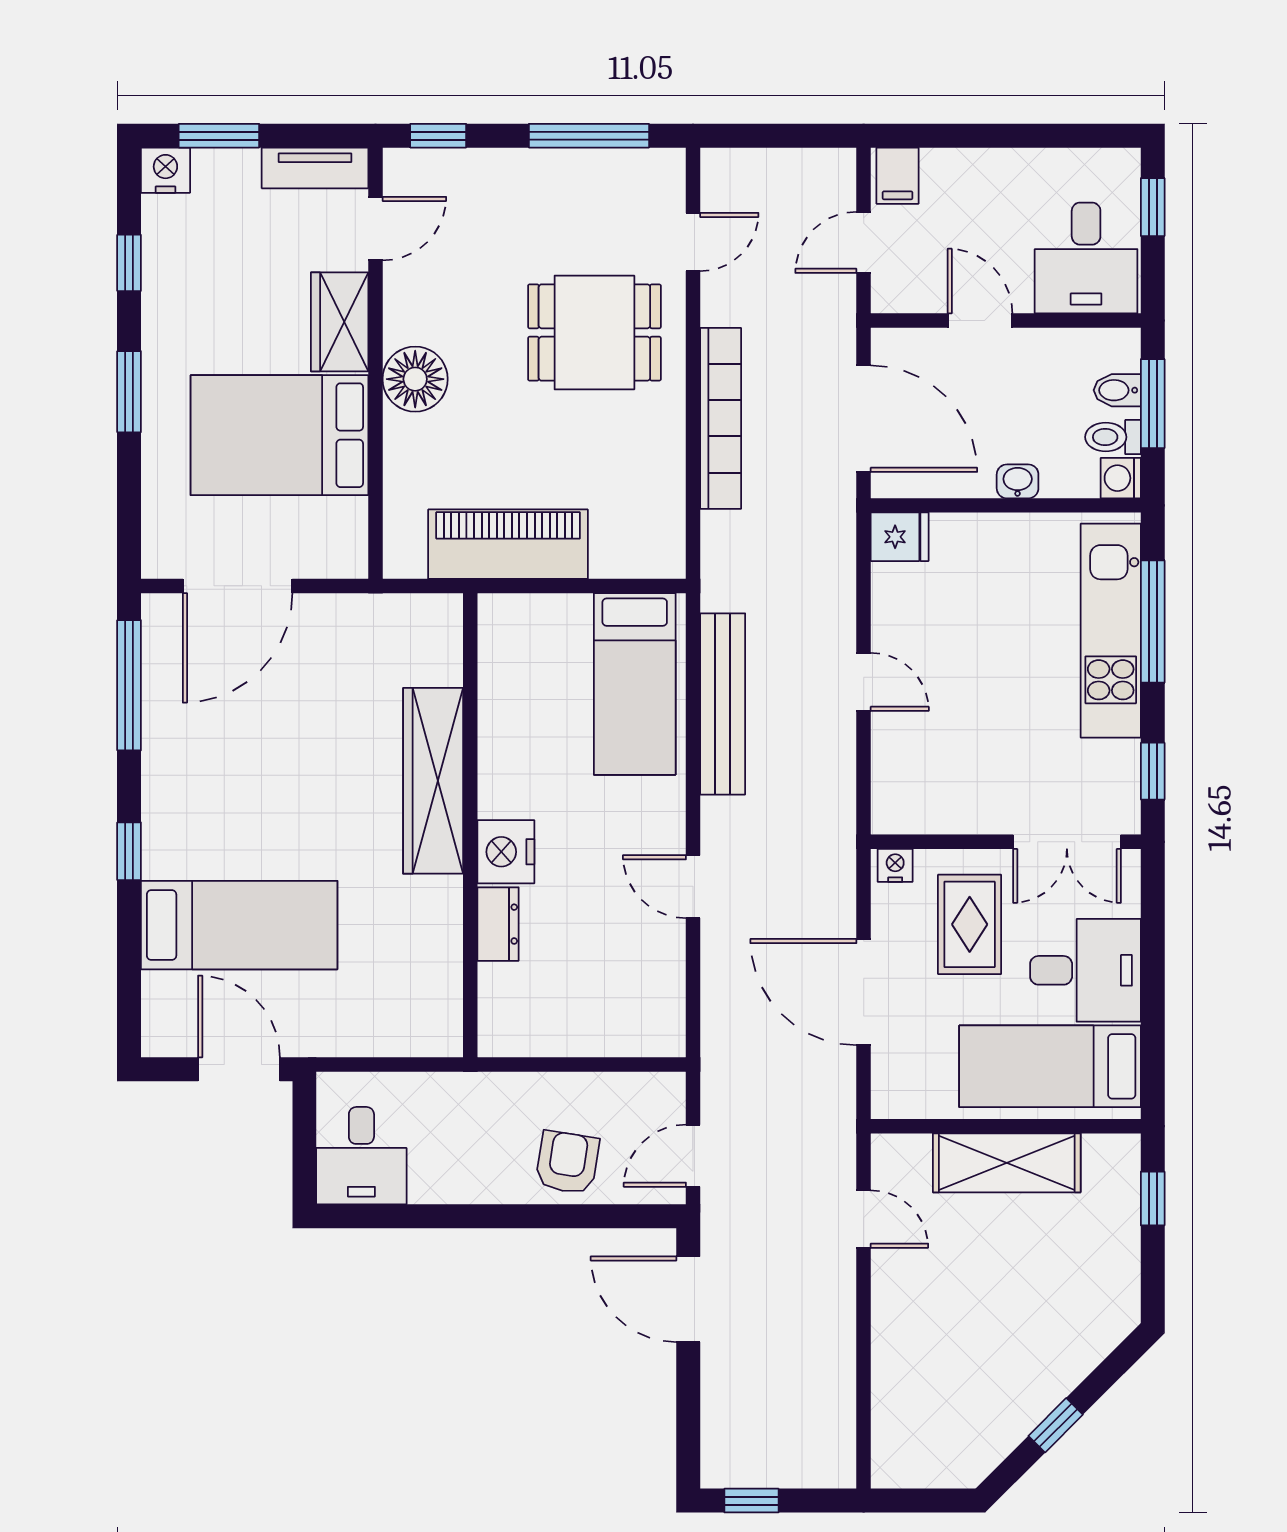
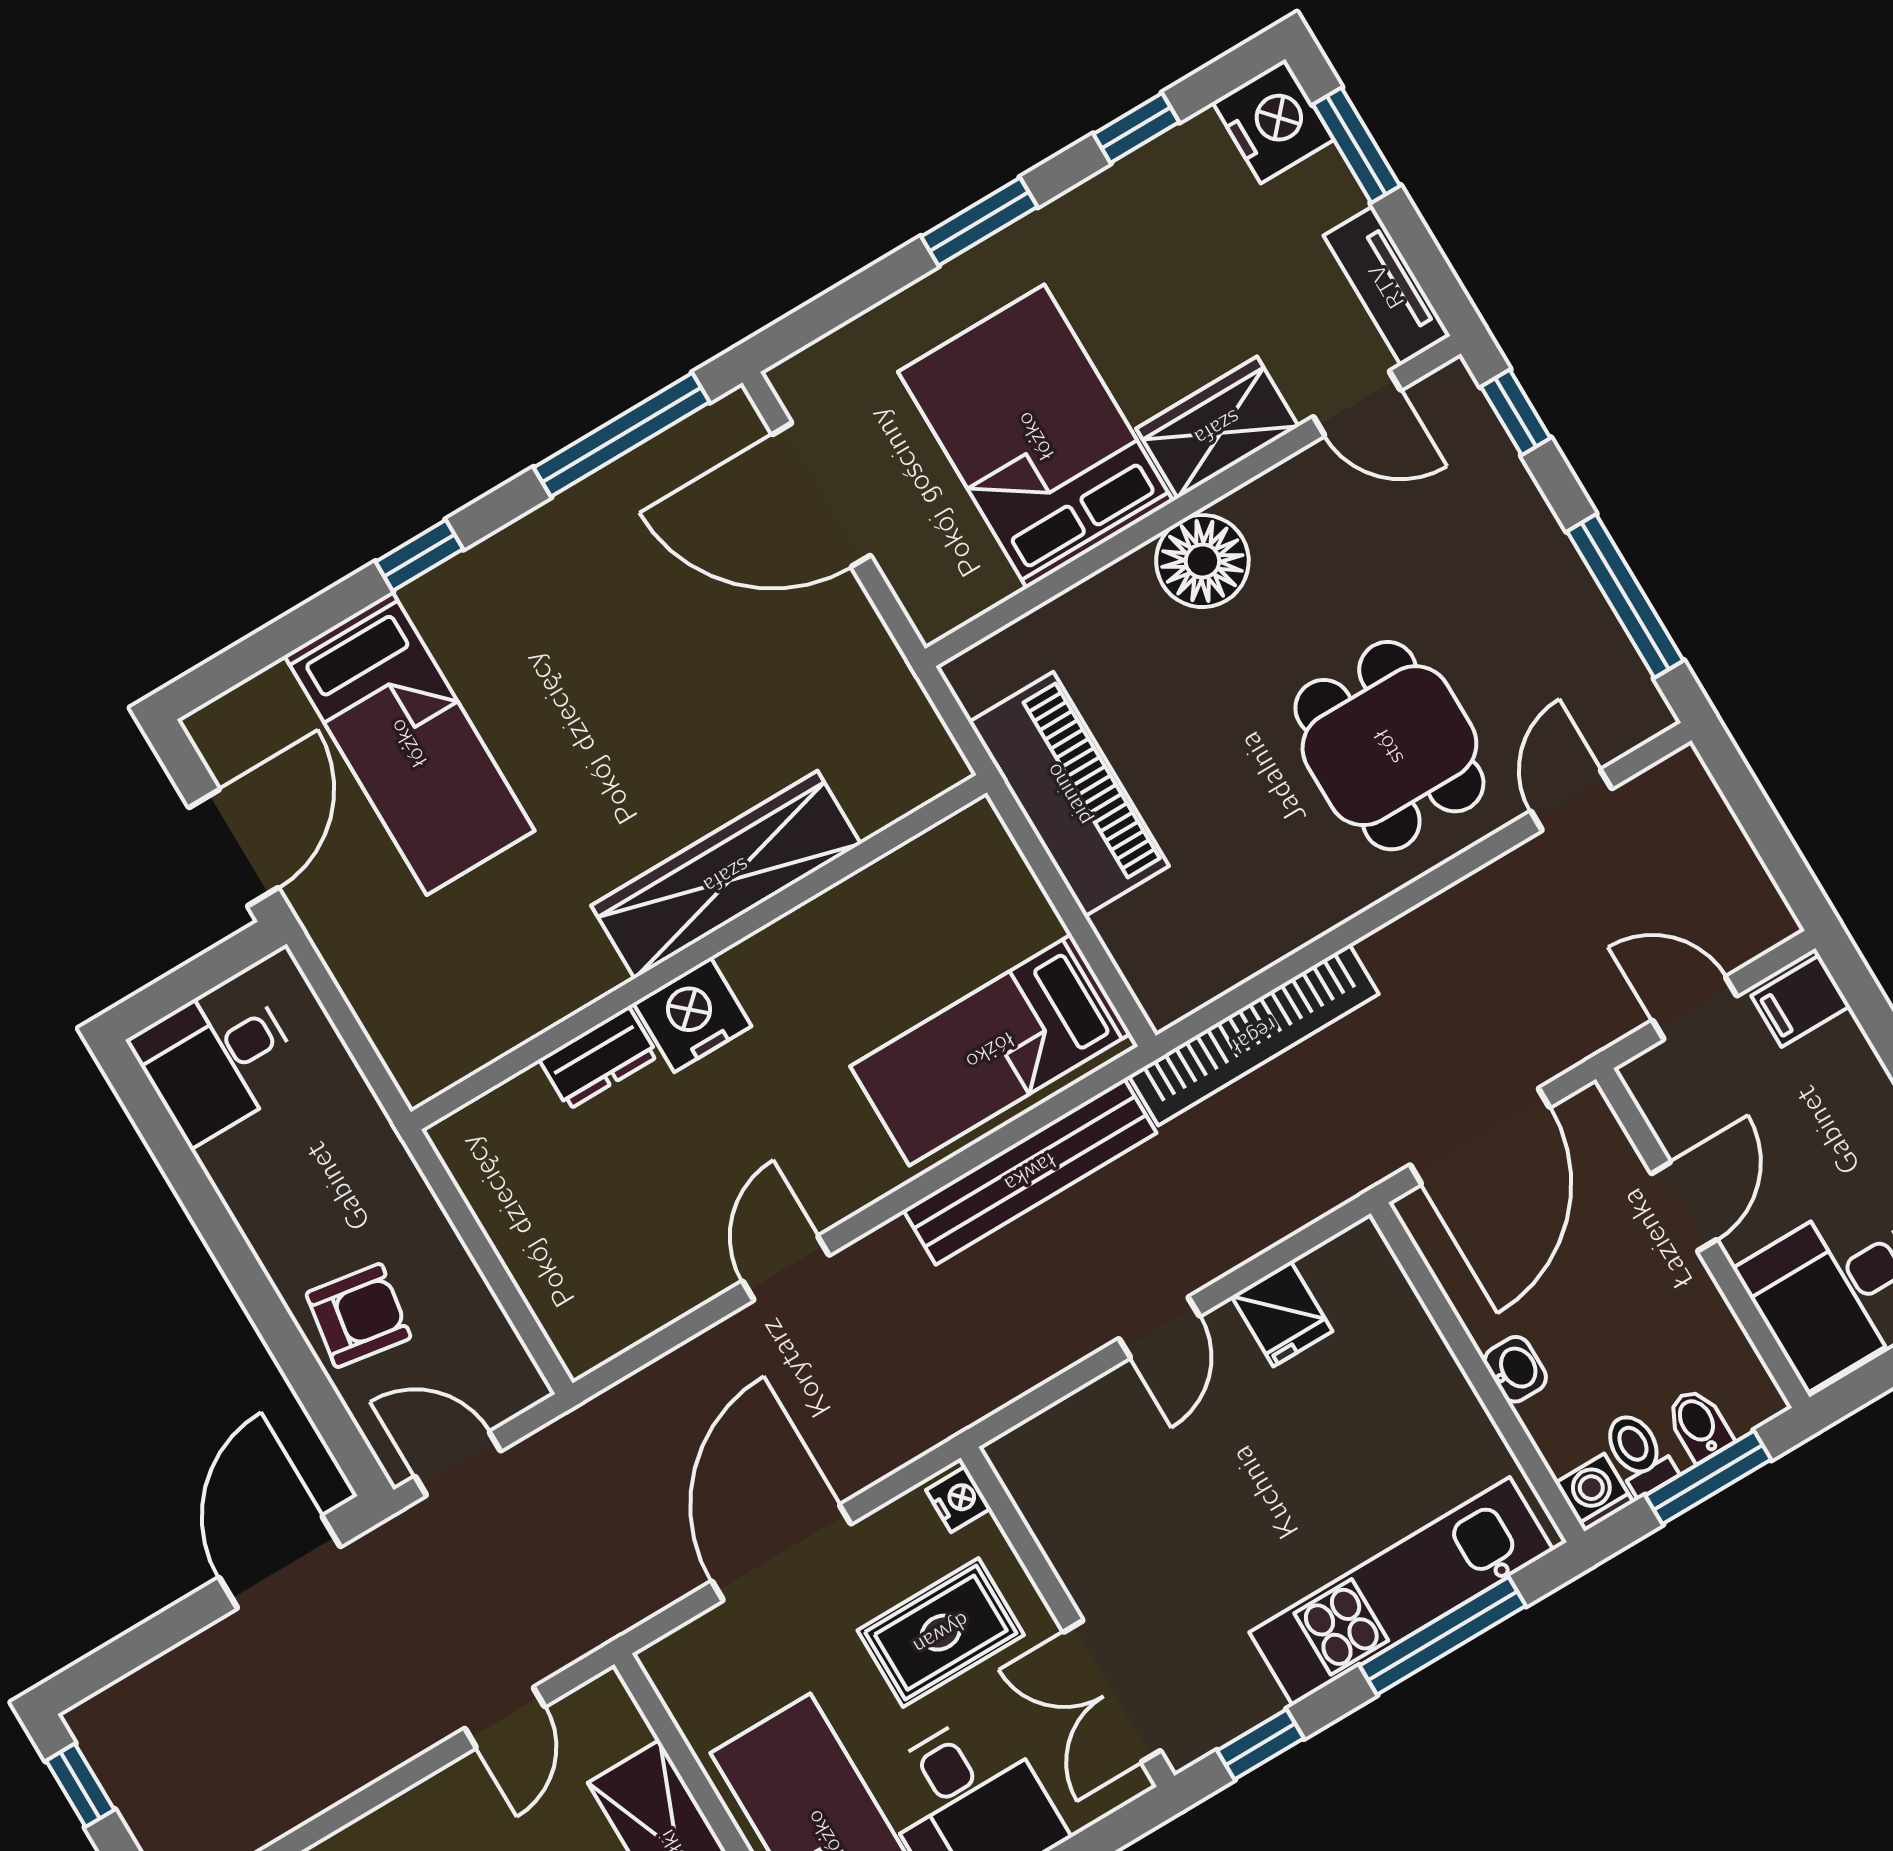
nightstand: (165, 170) -> (1273, 121), width x1.36, depth x1.33
door: (693, 242) -> (1571, 800), swing flipped
bookcase: (721, 418) -> (1254, 1035), moved
fridge: (900, 537) -> (1282, 1314), moved

